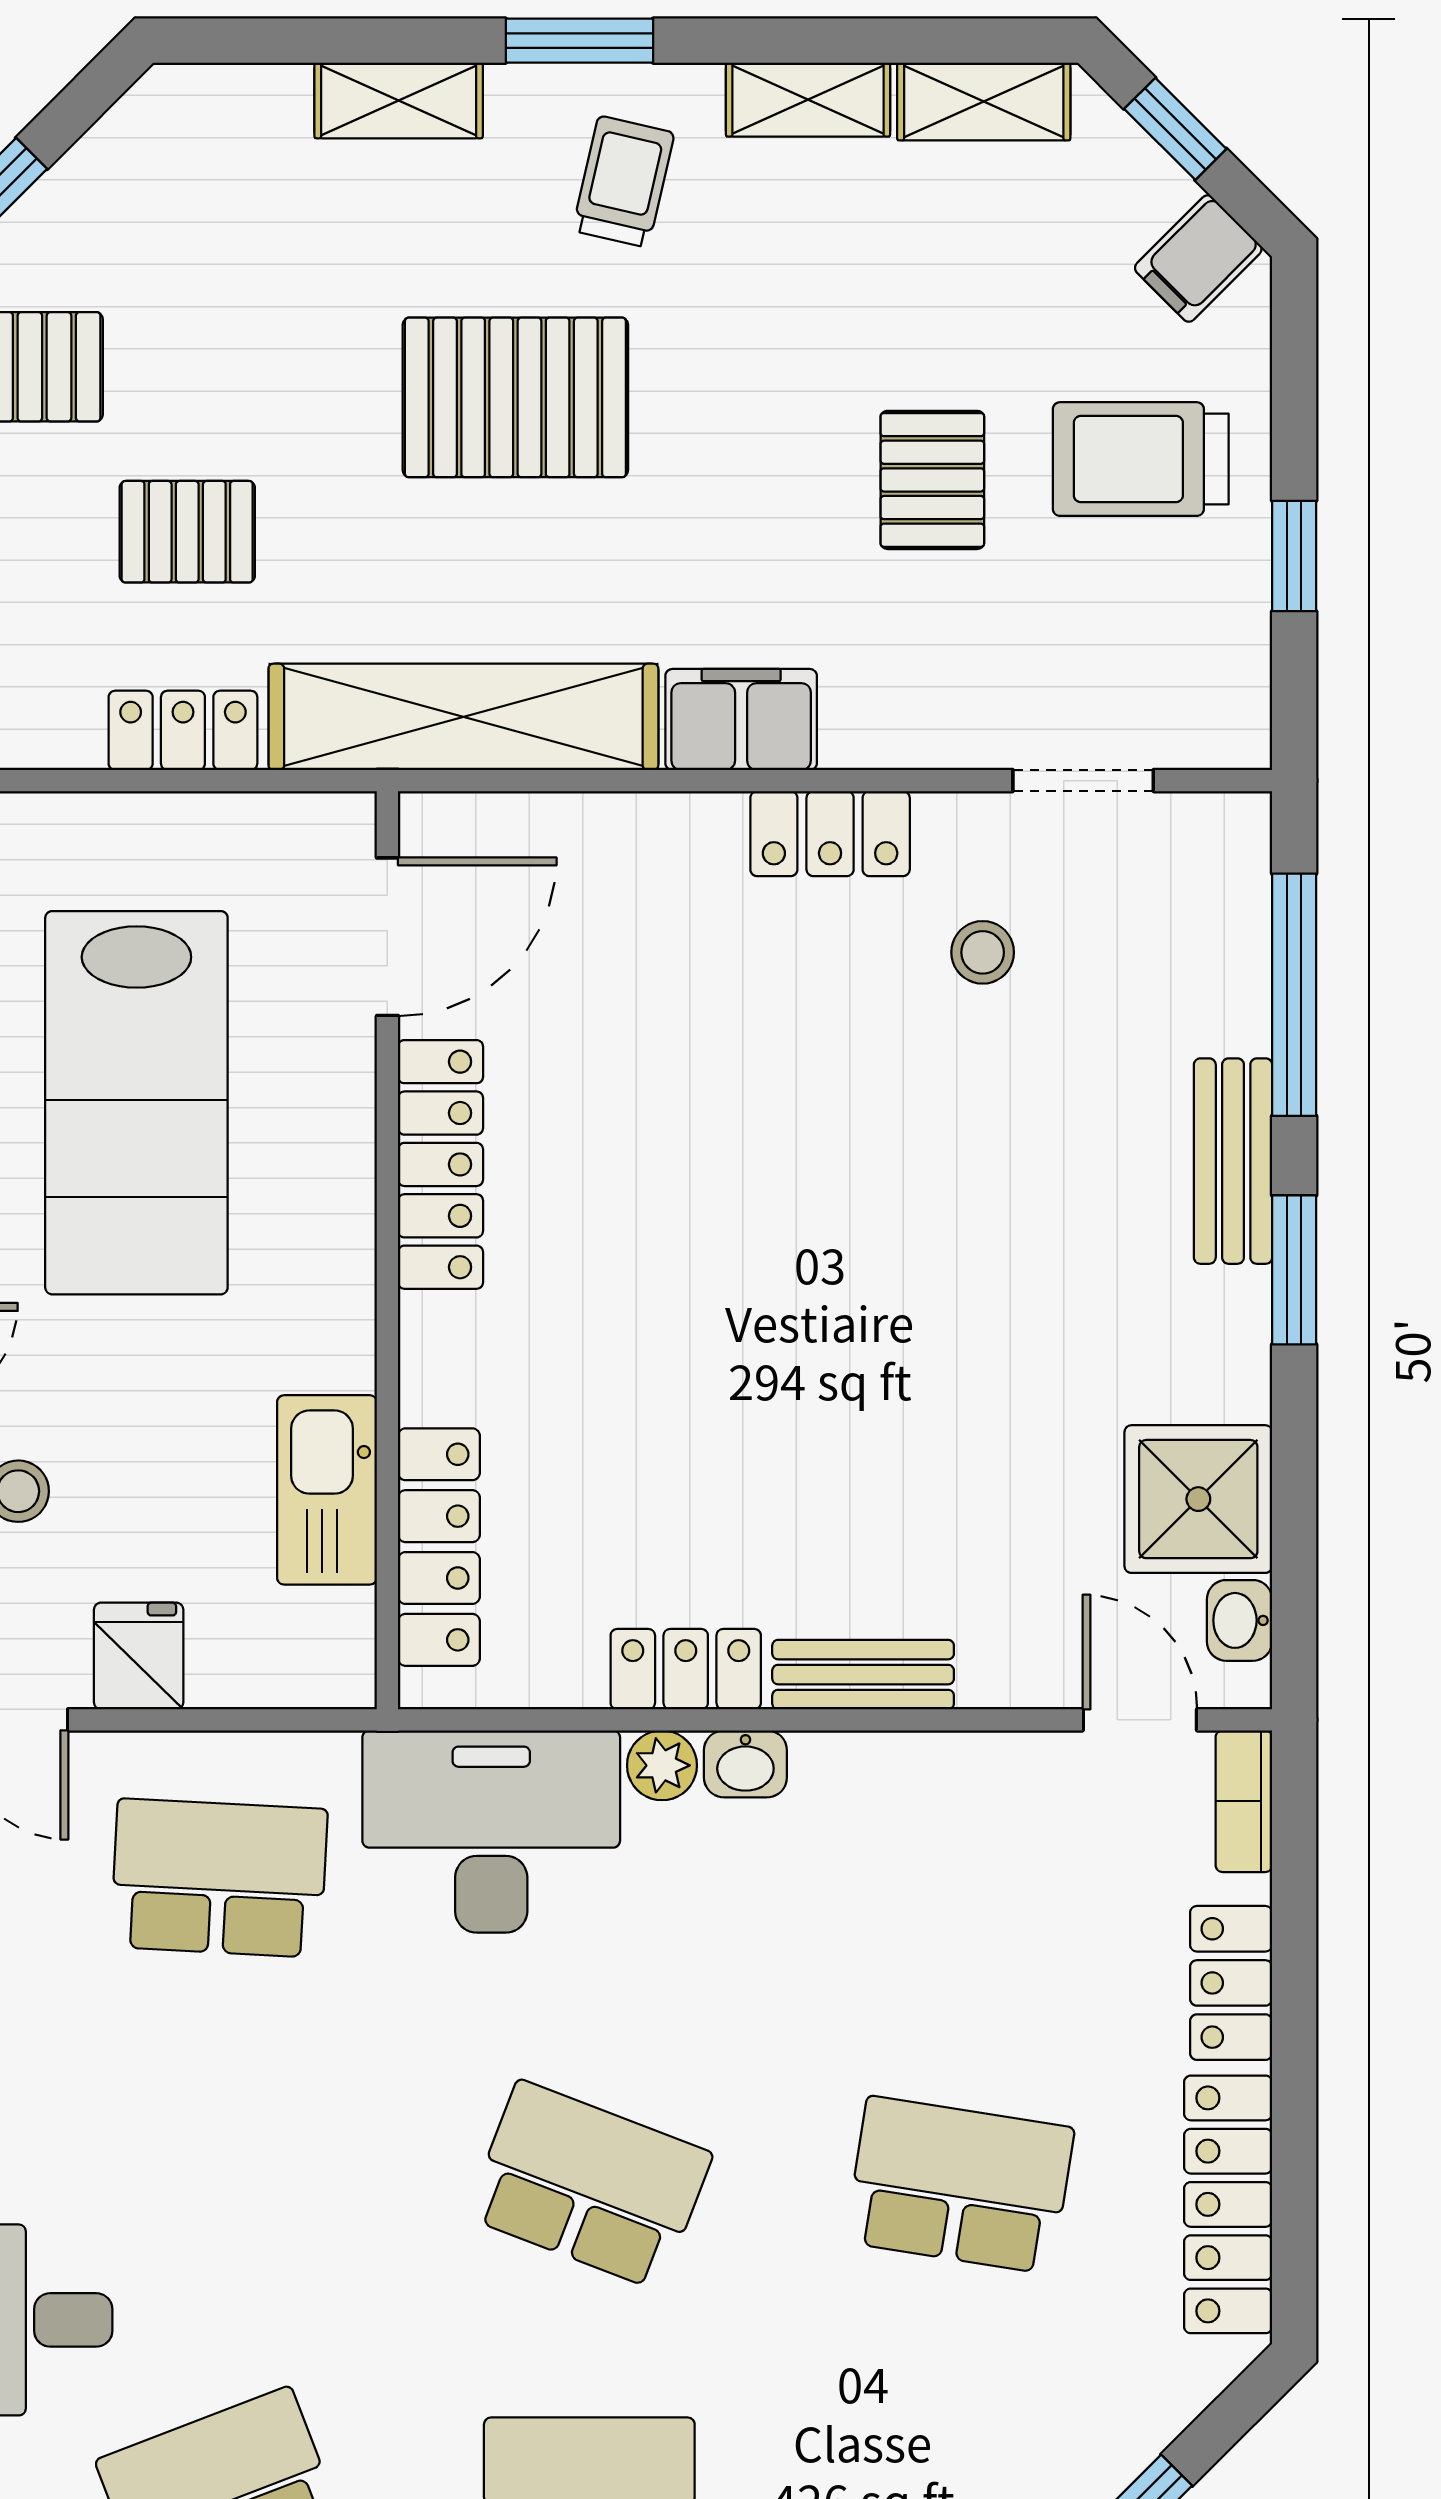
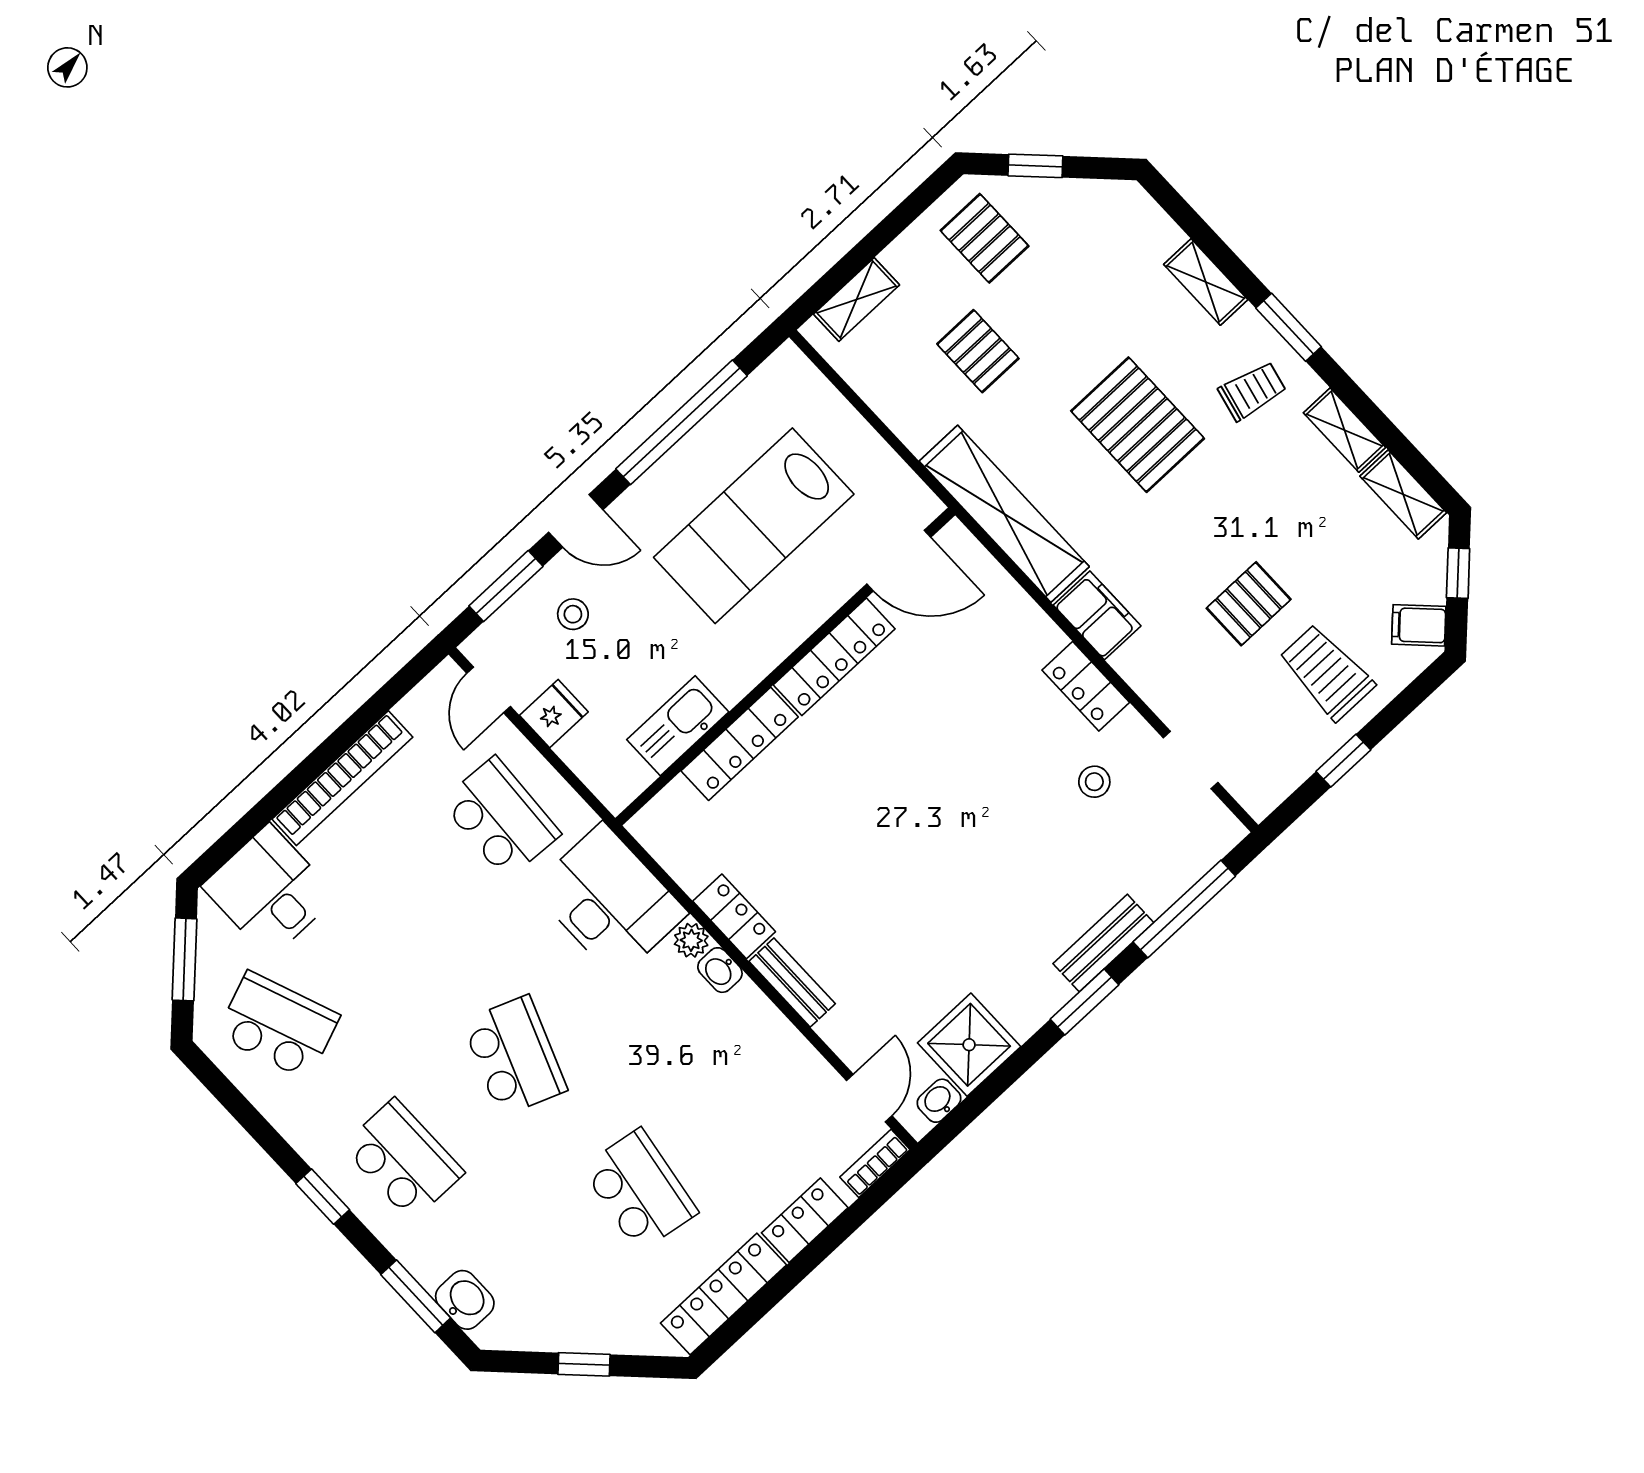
locker: (183, 730) -> (904, 417), removed
locker: (439, 1547) -> (740, 744), moved

